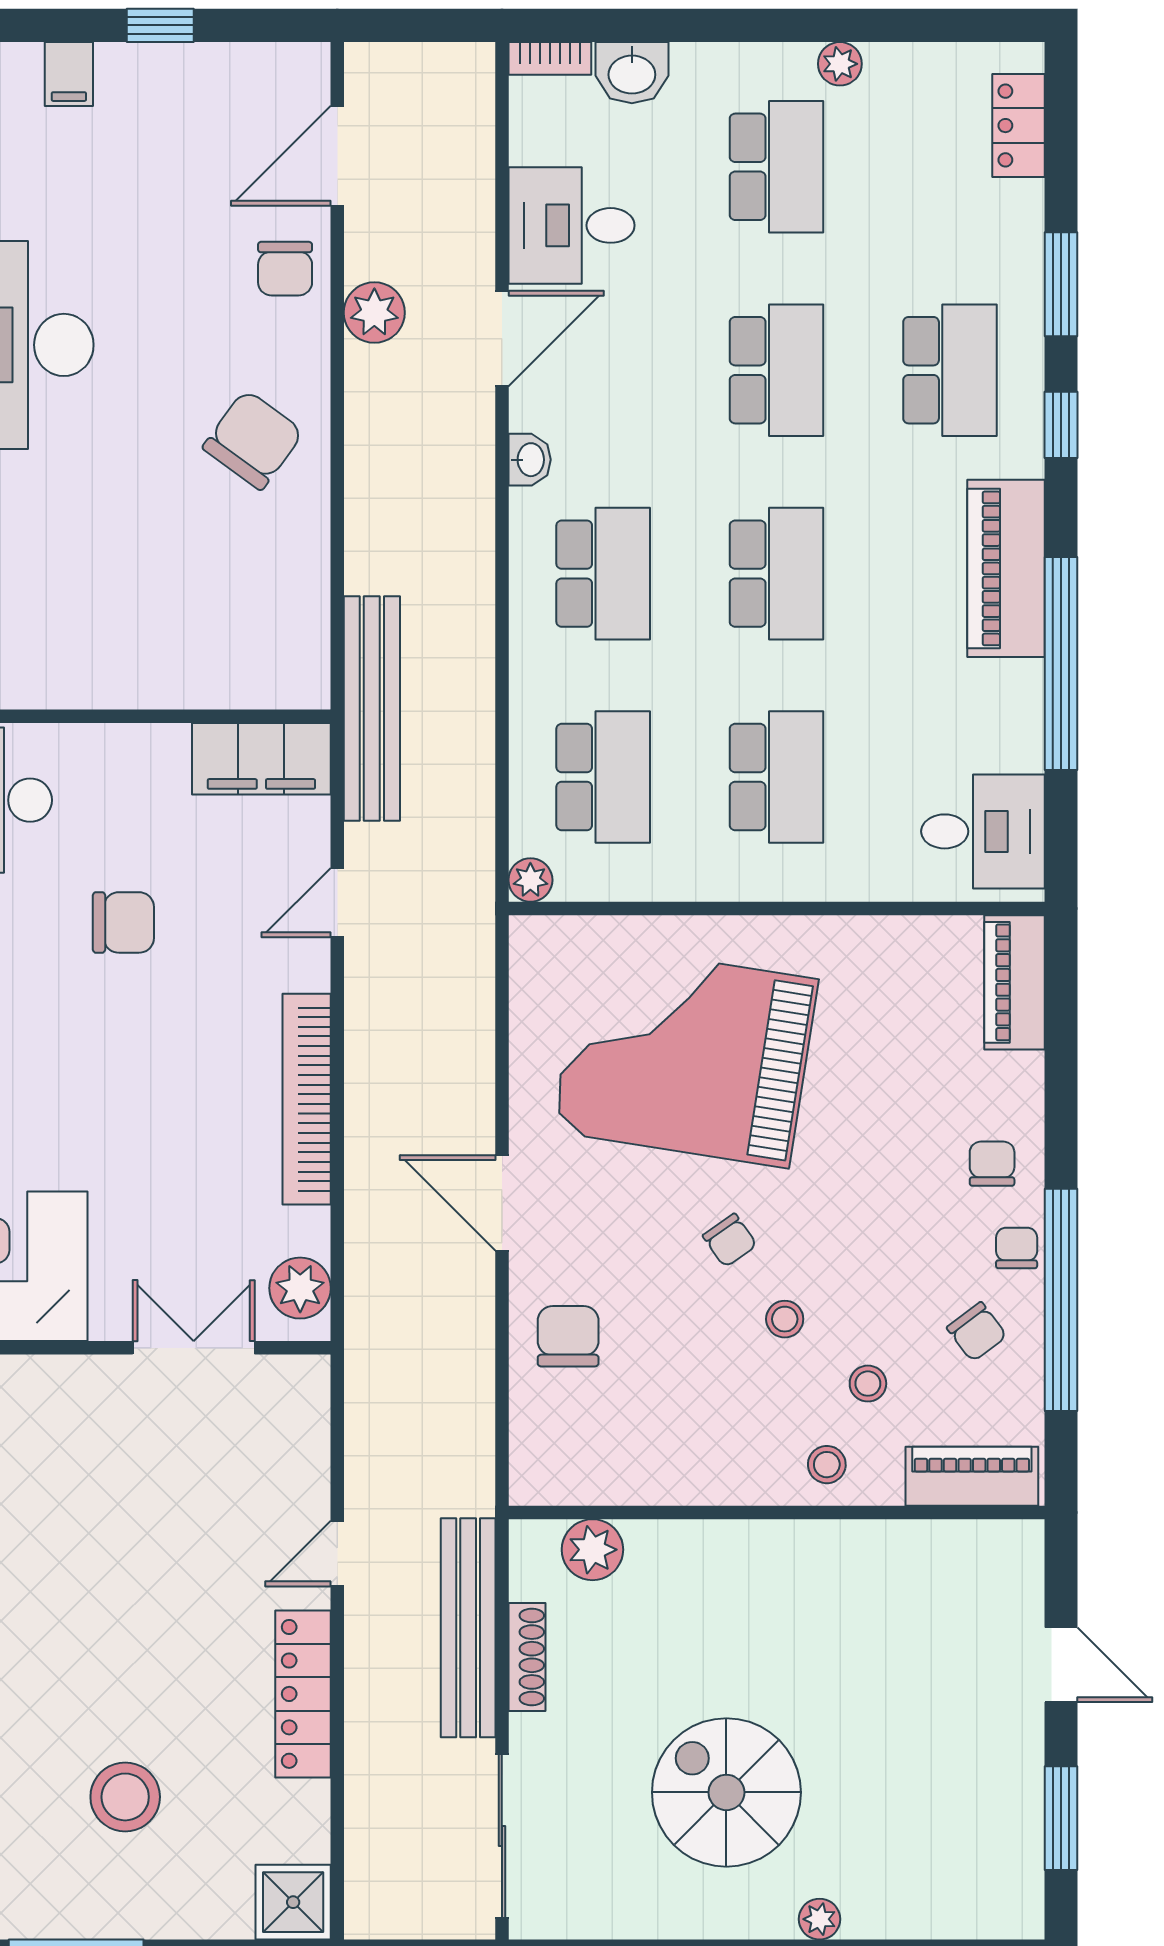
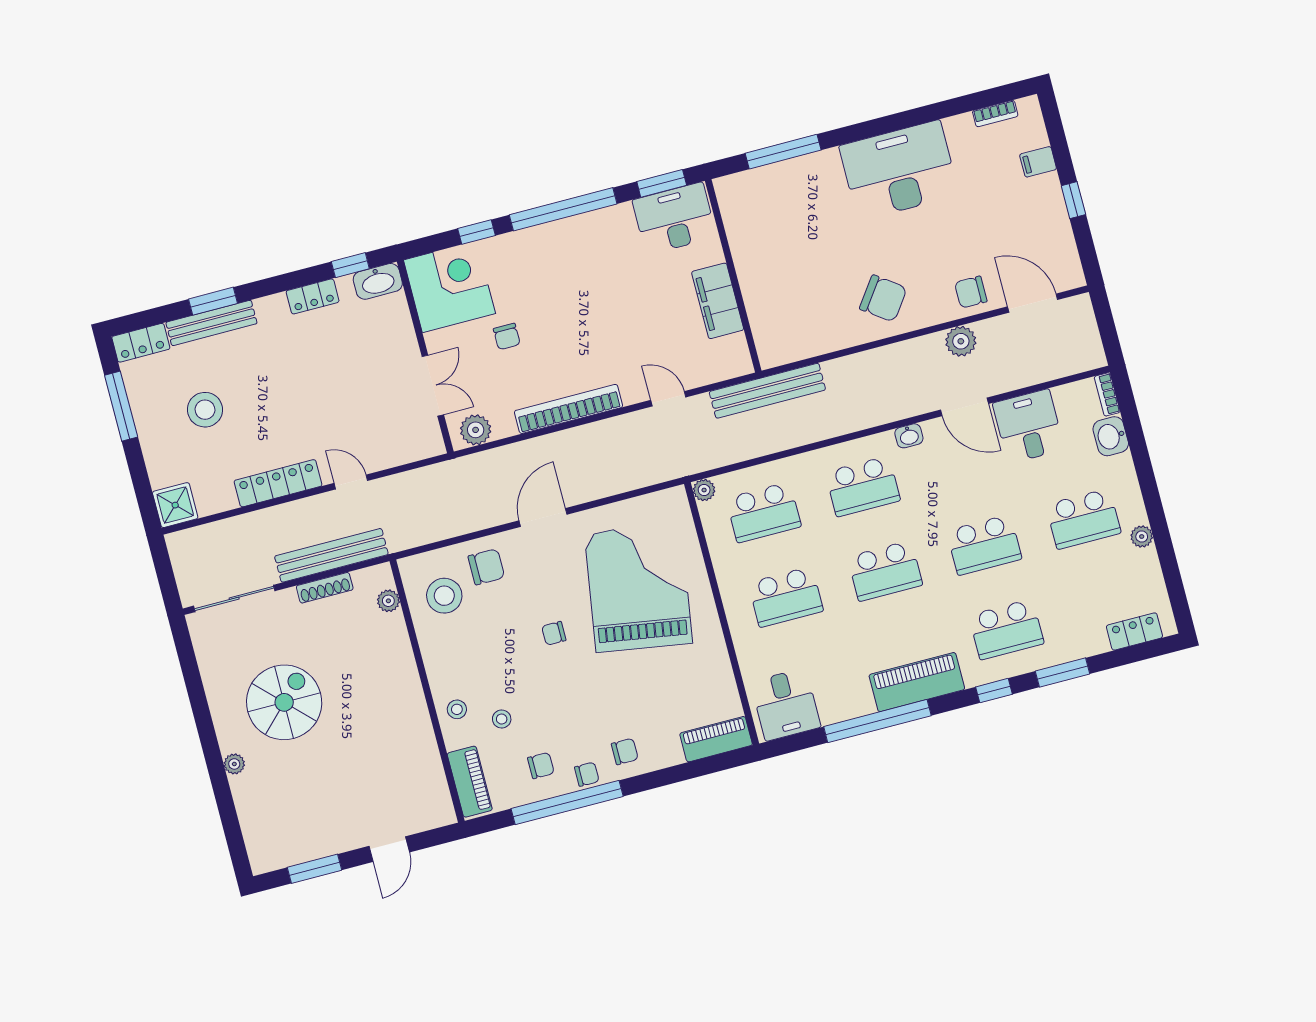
filing cabinet: (261, 759) -> (718, 301), moved
chair: (123, 922) -> (507, 337), moved, width x0.73, depth x0.73
chair: (730, 1240) -> (554, 633), turned 35
stool: (785, 1319) -> (444, 596), moved, width x1.89, depth x1.89
chair: (977, 1332) -> (541, 765), turned -143
plant: (592, 1550) -> (388, 601), width x0.73, depth x0.73

